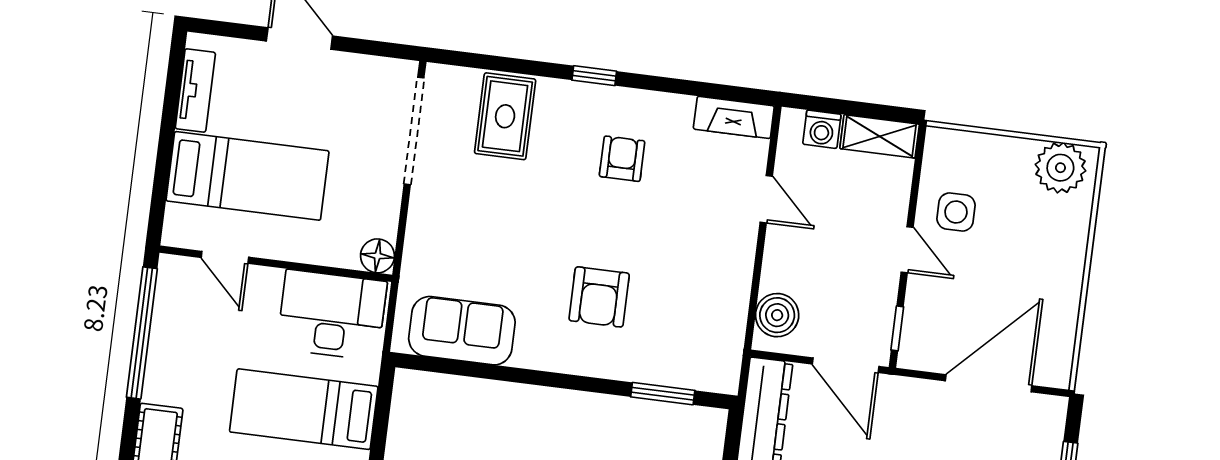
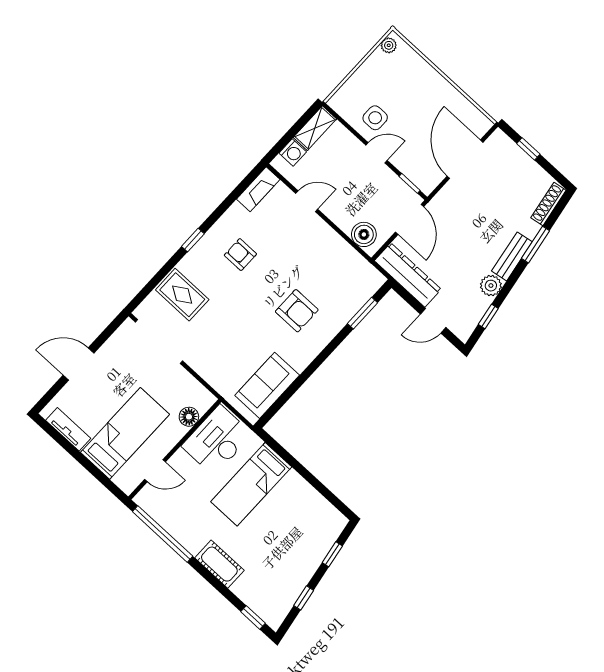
plant: (1060, 168) -> (389, 45), width x0.53, depth x0.53
floor lamp: (378, 256) -> (189, 417), moved
door: (846, 365) -> (410, 219), hinge flipped

